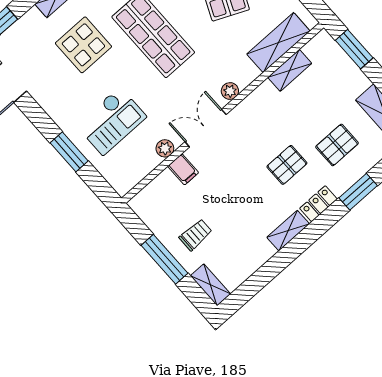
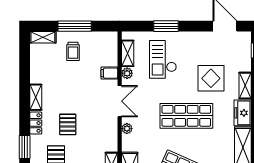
shelving: (141, 169) -> (128, 53), added

